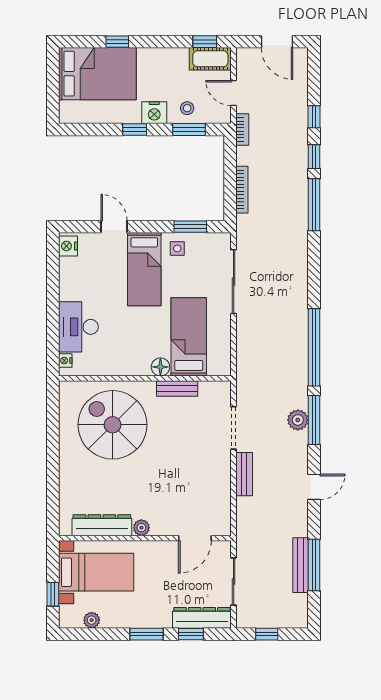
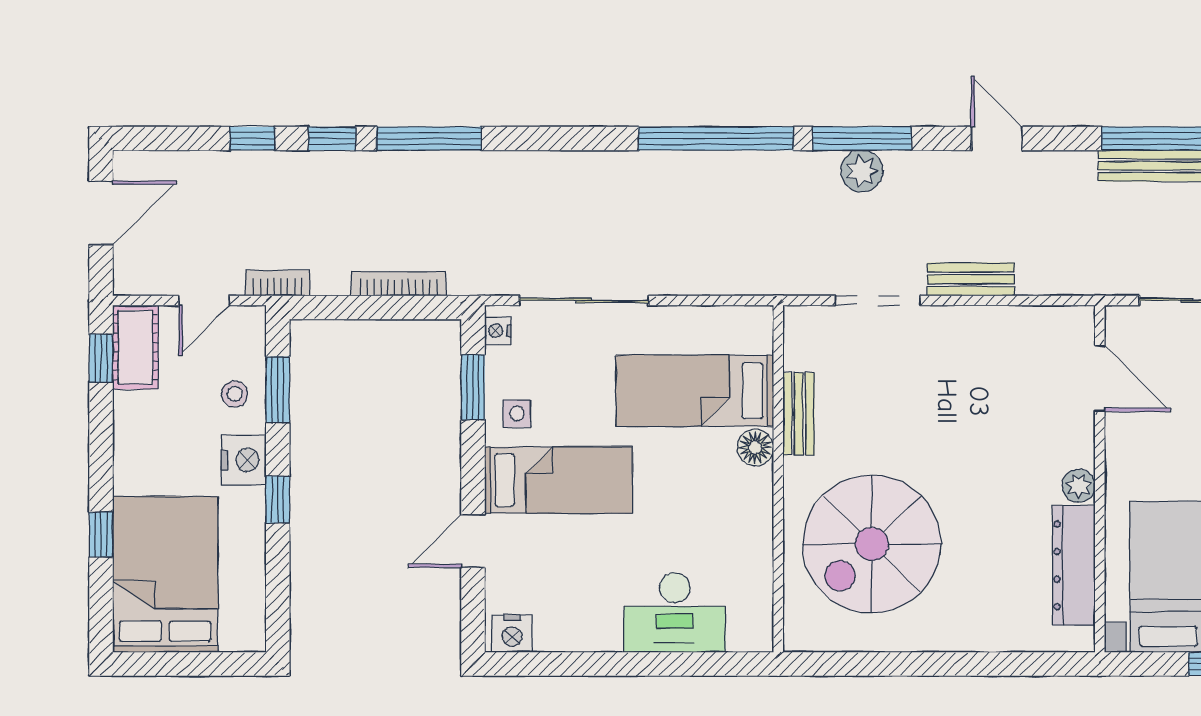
nightstand: (65, 361) -> (498, 331), moved, turned 90

